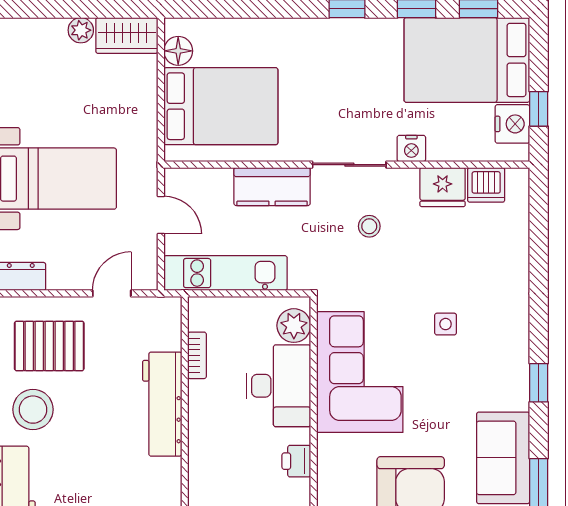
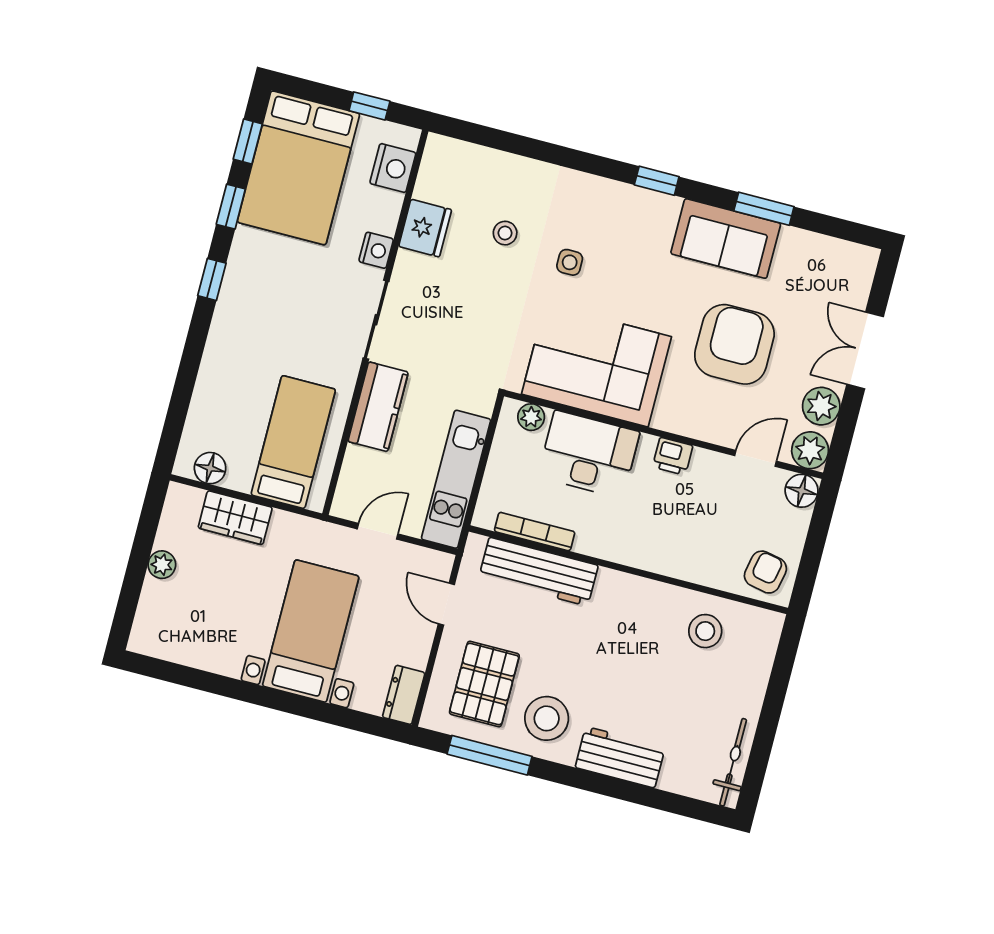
wardrobe: (127, 36) -> (235, 518), moved, turned 90
bed: (221, 106) -> (293, 442), width x0.67
nightstand: (512, 124) -> (393, 168), moved, turned 90
dishwasher: (486, 185) -> (435, 182), removed
stool: (369, 226) -> (505, 233), moved
plant: (294, 326) -> (531, 417), width x0.73, depth x0.73
bookcase: (197, 355) -> (535, 532), width x1.56
workbench: (162, 404) -> (539, 572), moved

